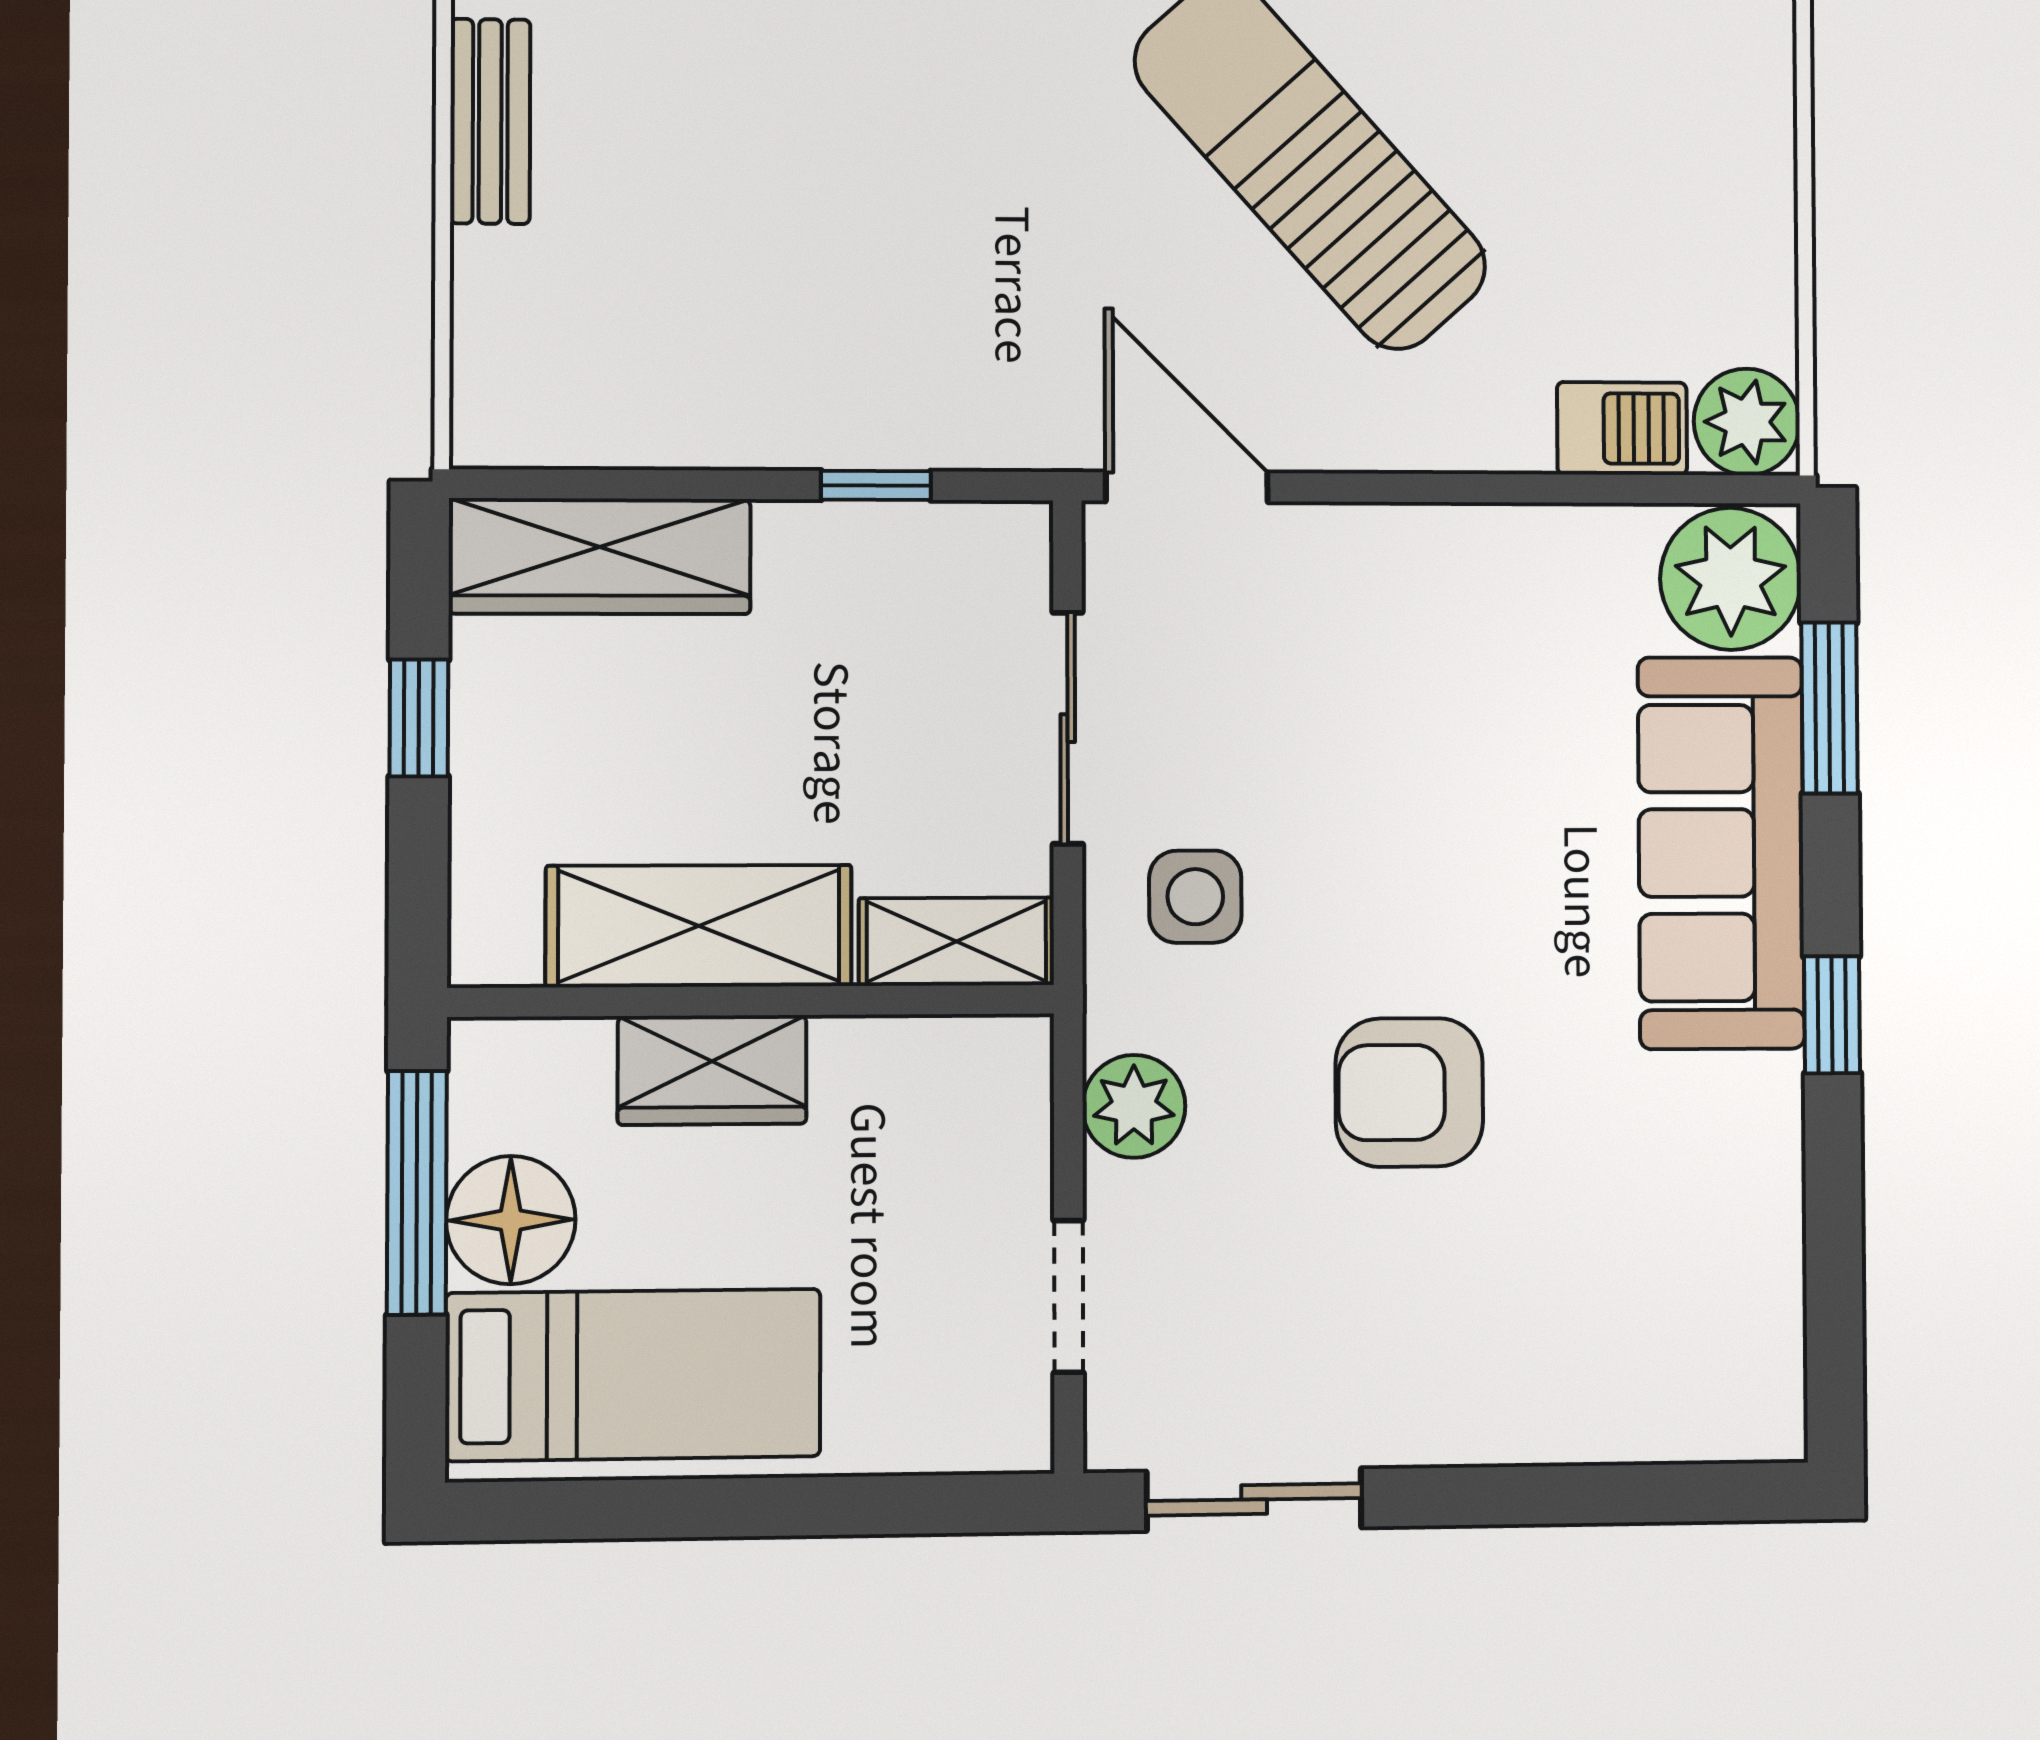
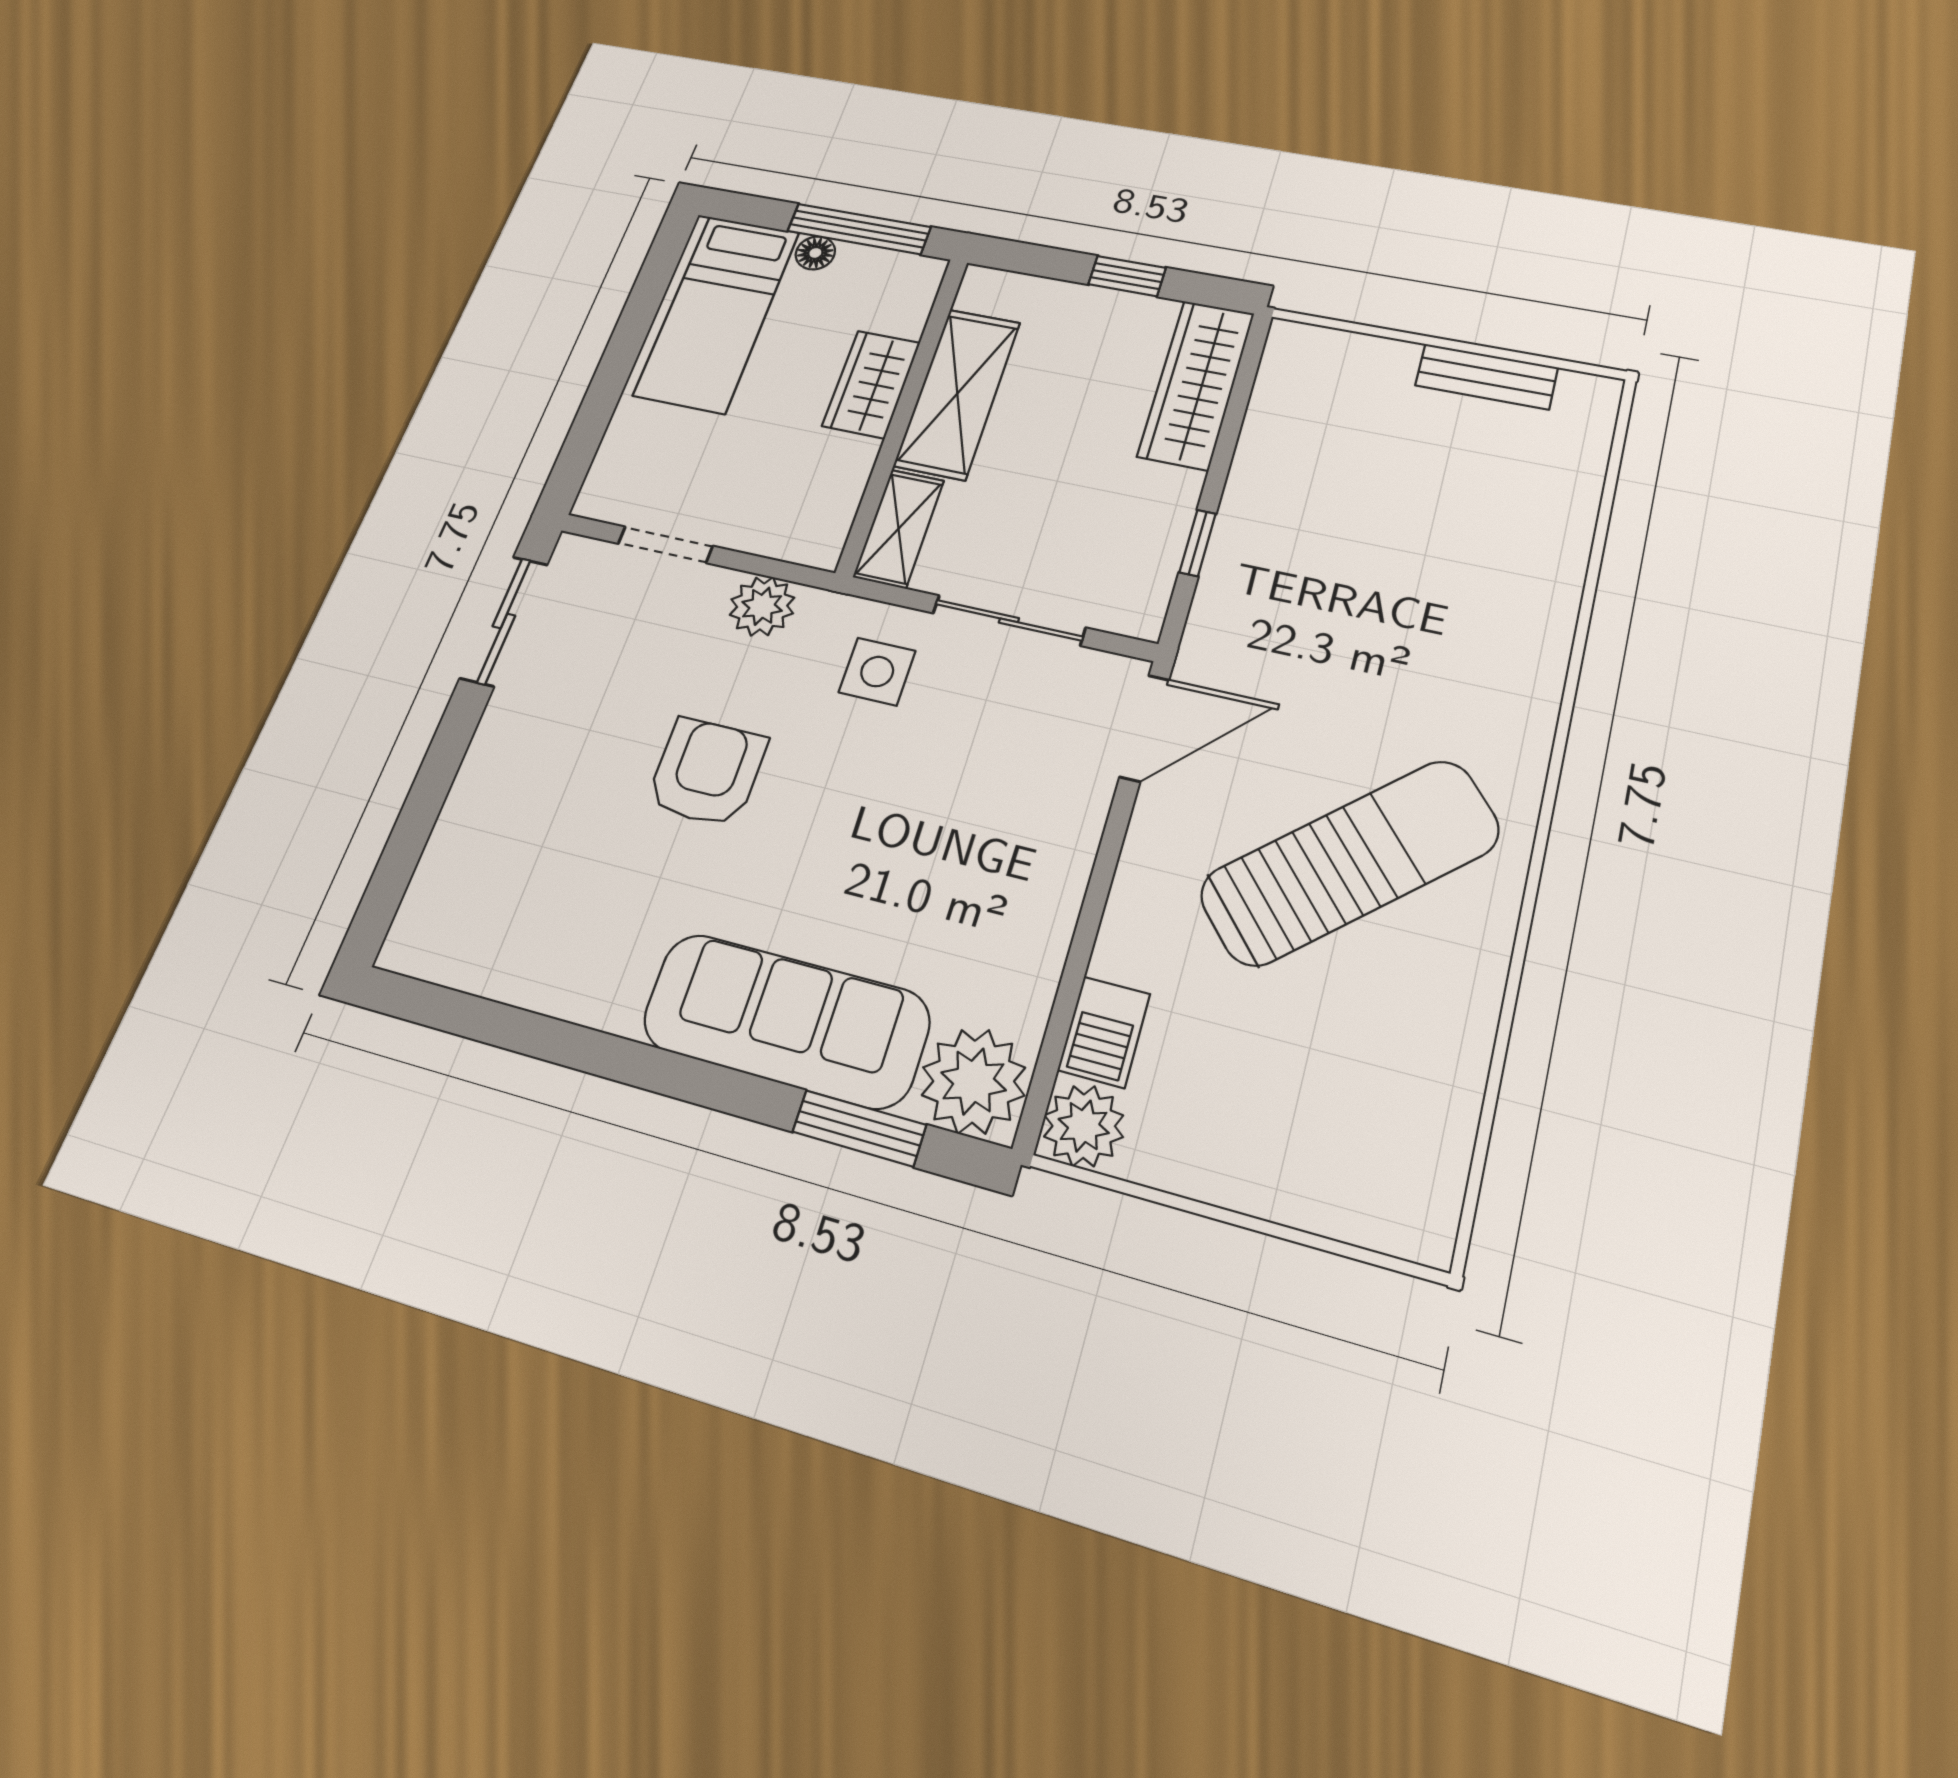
window: (1832, 1015) -> (649, 1068), removed
floor lamp: (511, 1220) -> (815, 253), width x0.53, depth x0.53

